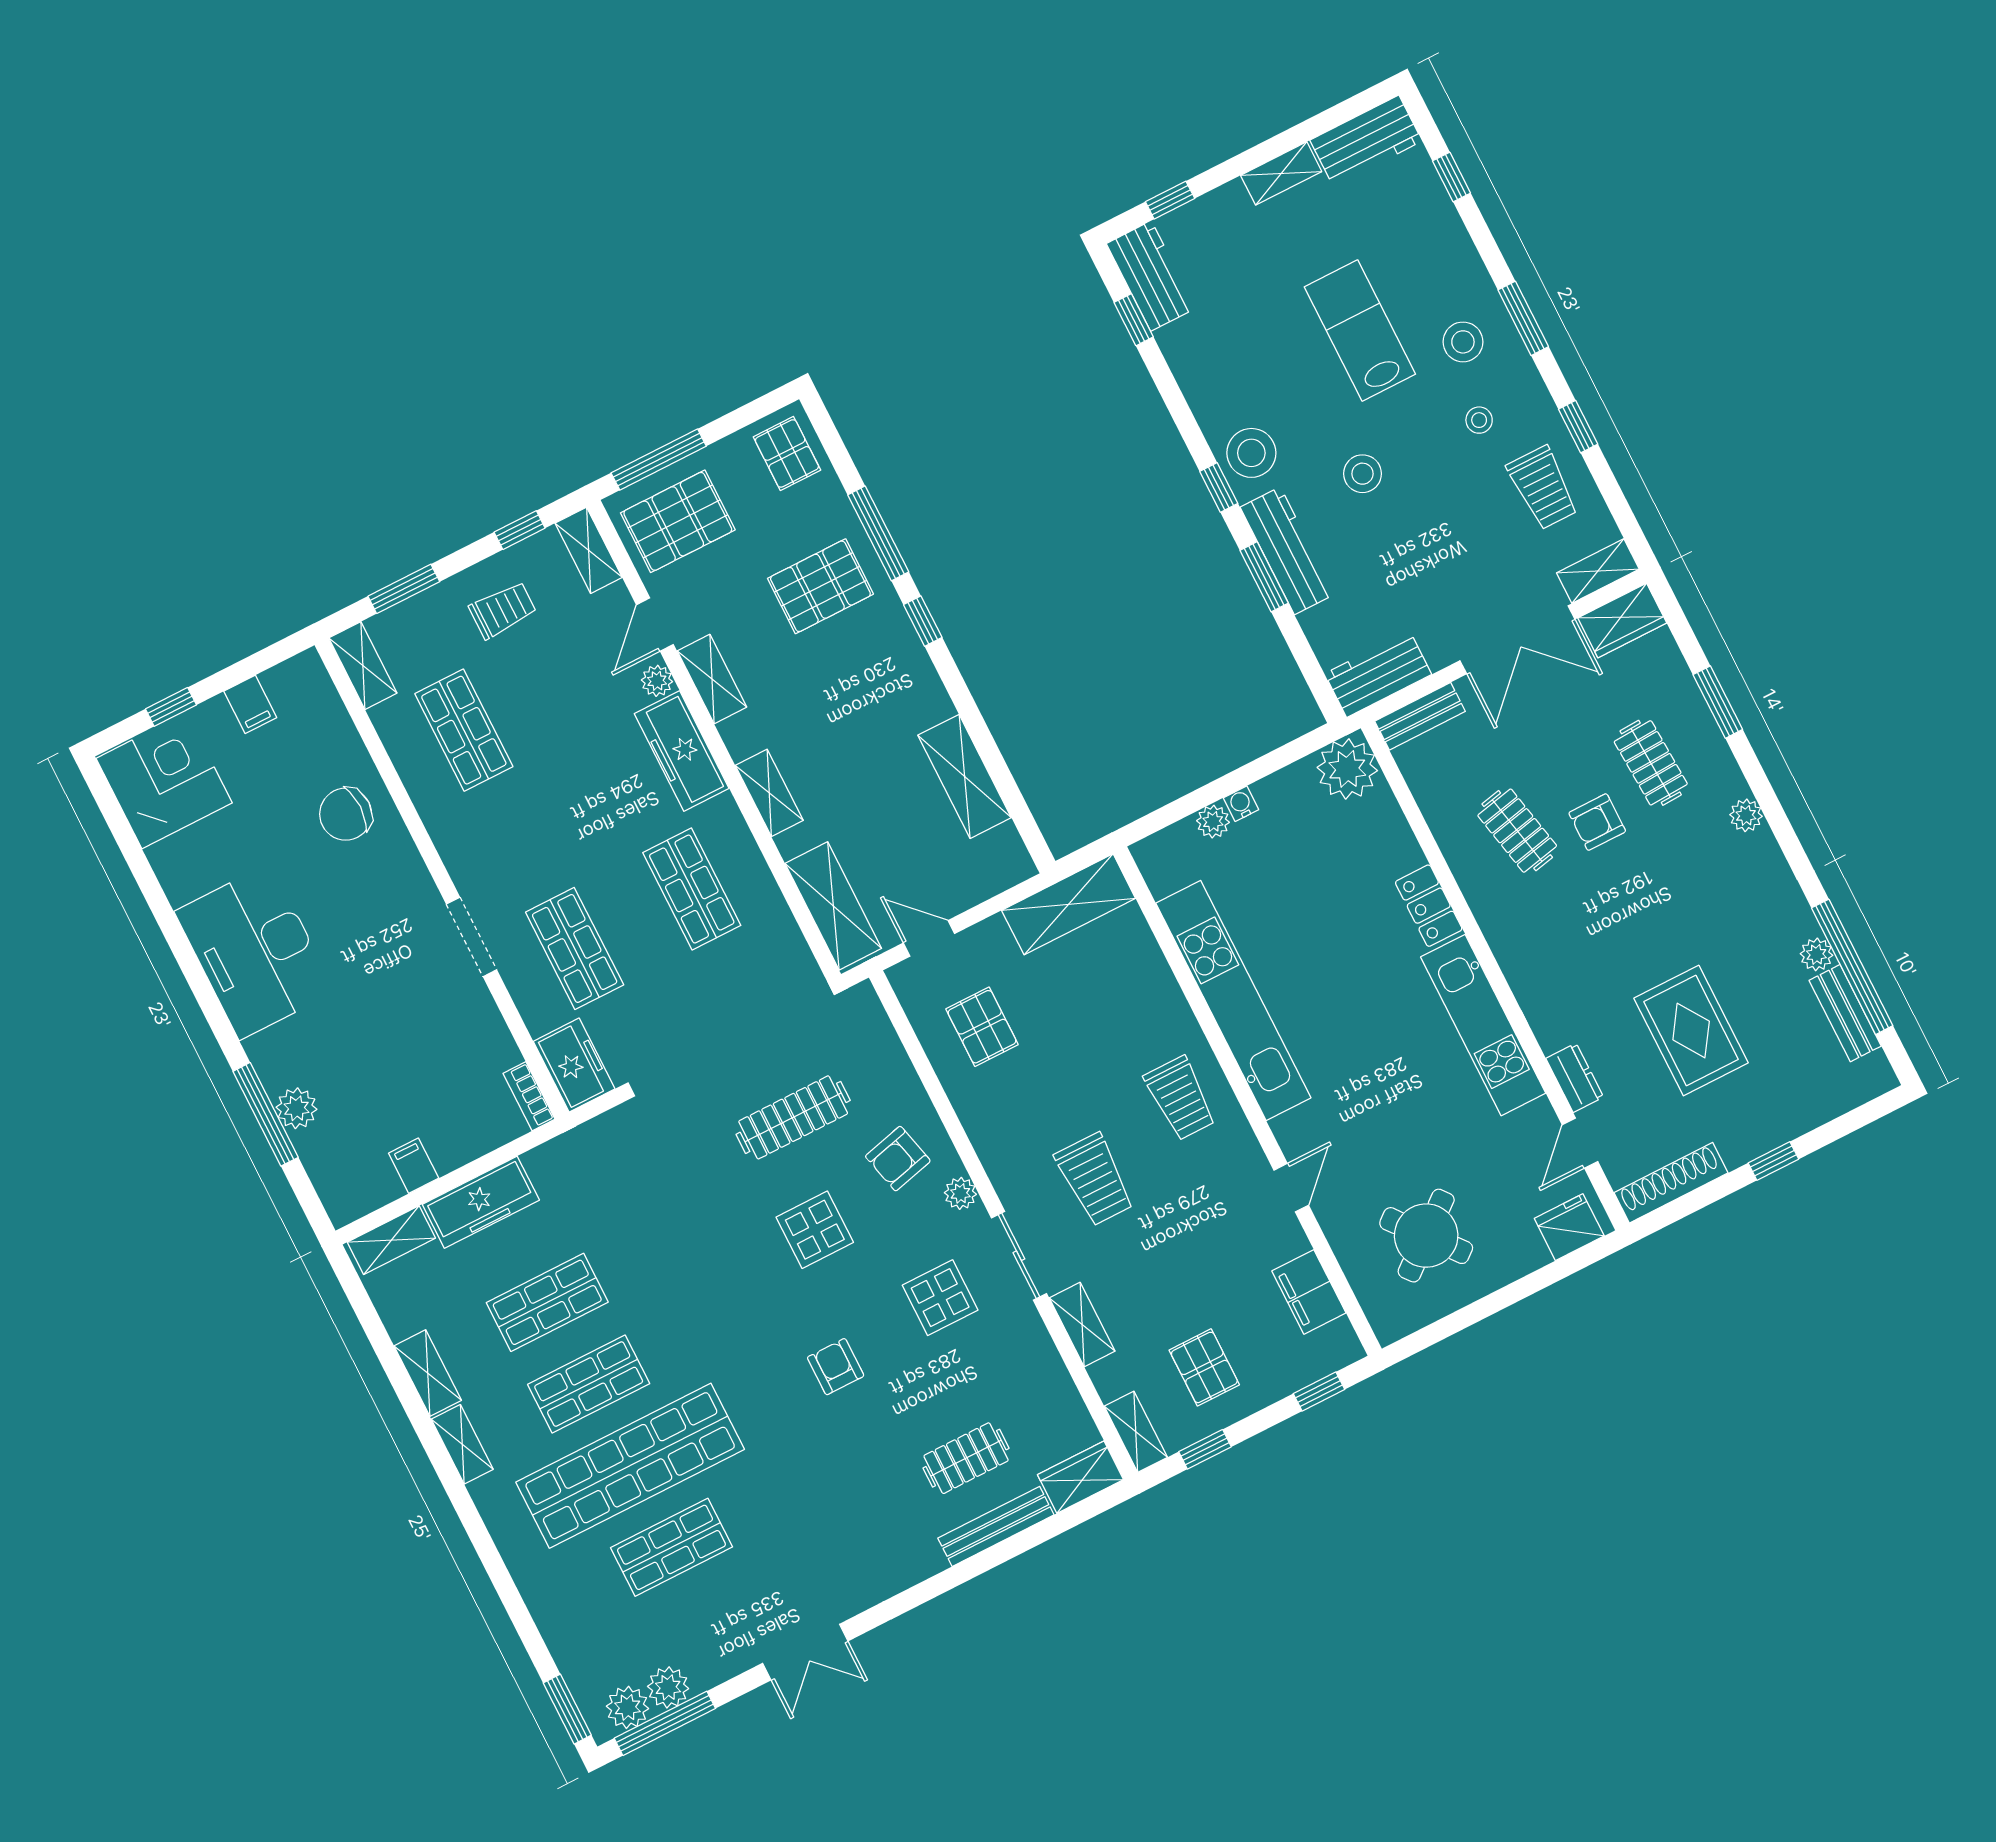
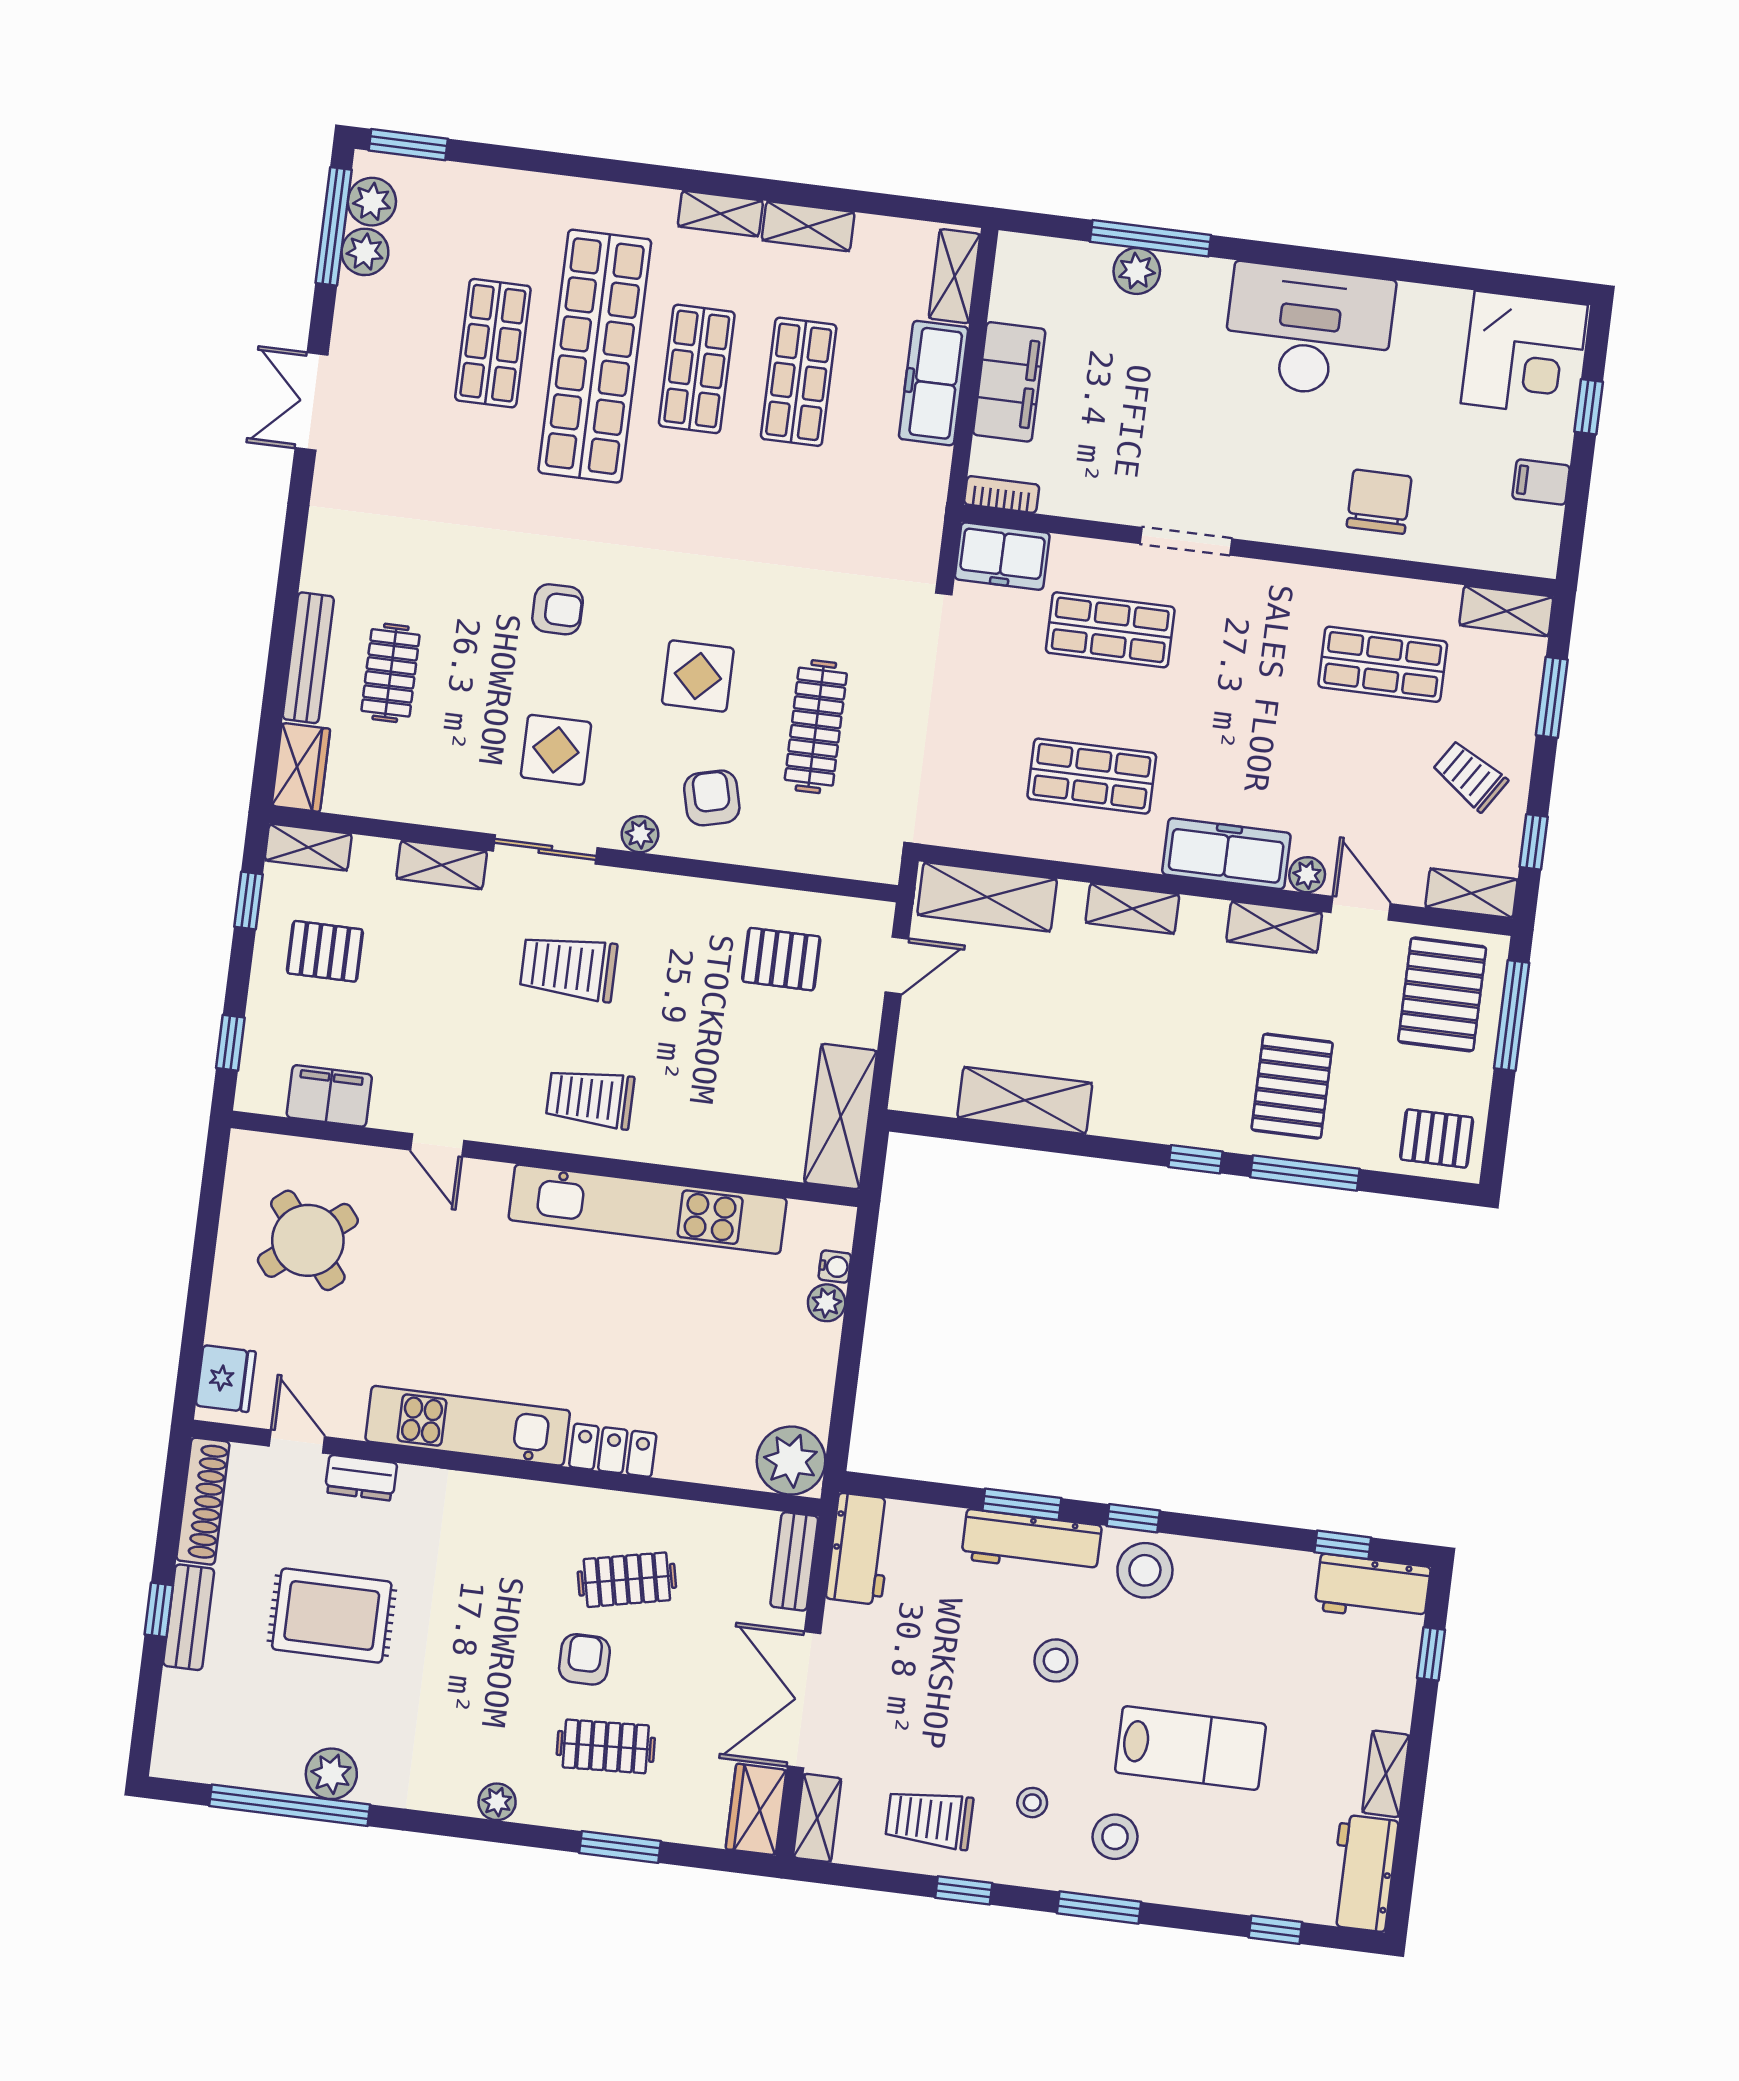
trolley: (503, 610) -> (1470, 776), turned 123
water cooler: (1241, 804) -> (835, 1267), moved
plant: (1816, 954) -> (331, 1774), width x1.38, depth x1.38
bench: (1845, 1013) -> (189, 1617), moved, turned 90
filing cabinet: (414, 1166) -> (1009, 382), width x3.00, depth x1.17

